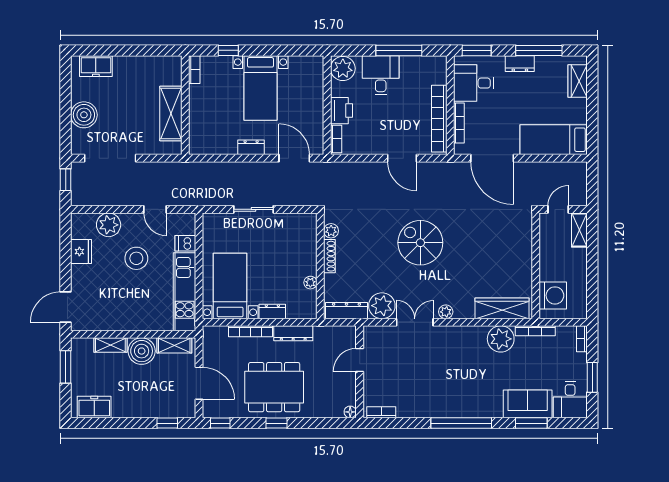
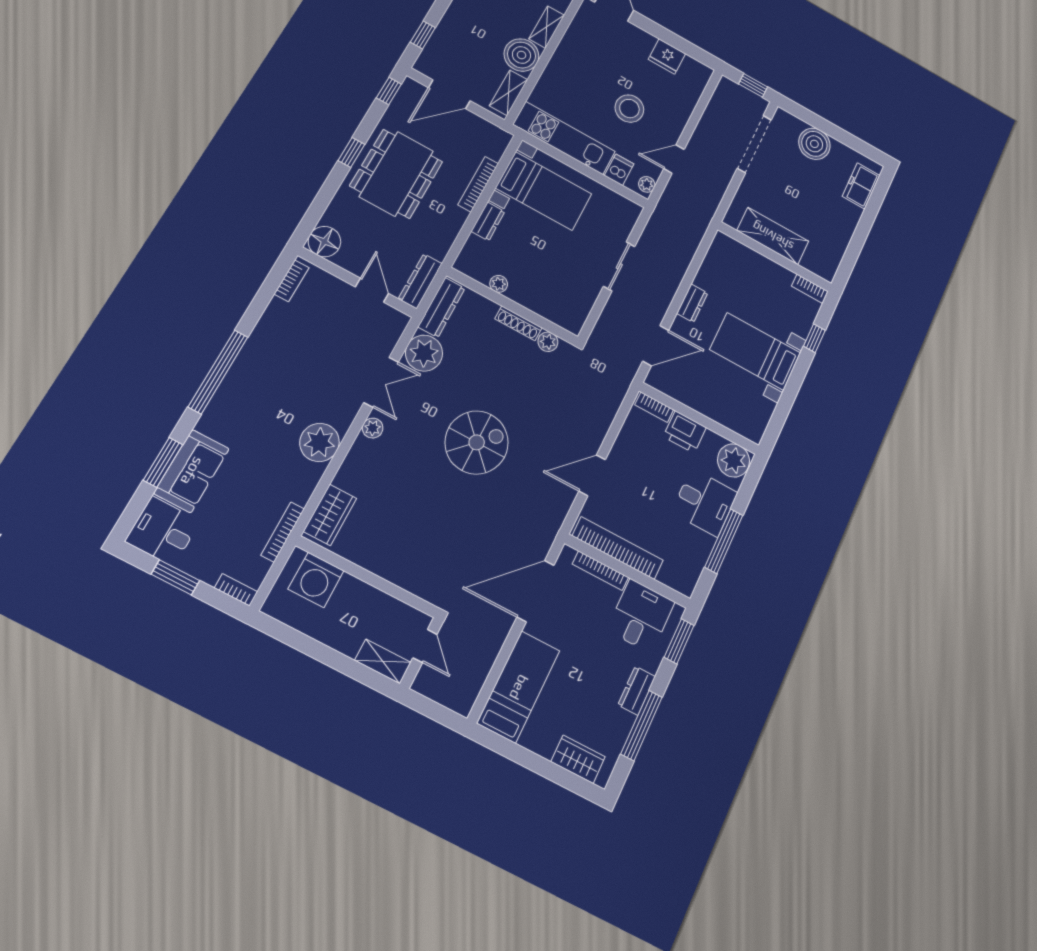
plant: (109, 225) -> (647, 184), moved, width x0.53, depth x0.53
wardrobe: (502, 308) -> (330, 515), width x0.67
dresser: (293, 333) -> (420, 281), moved
plant: (501, 339) -> (319, 442), moved
floor lamp: (350, 412) -> (324, 242), width x1.89, depth x1.89

